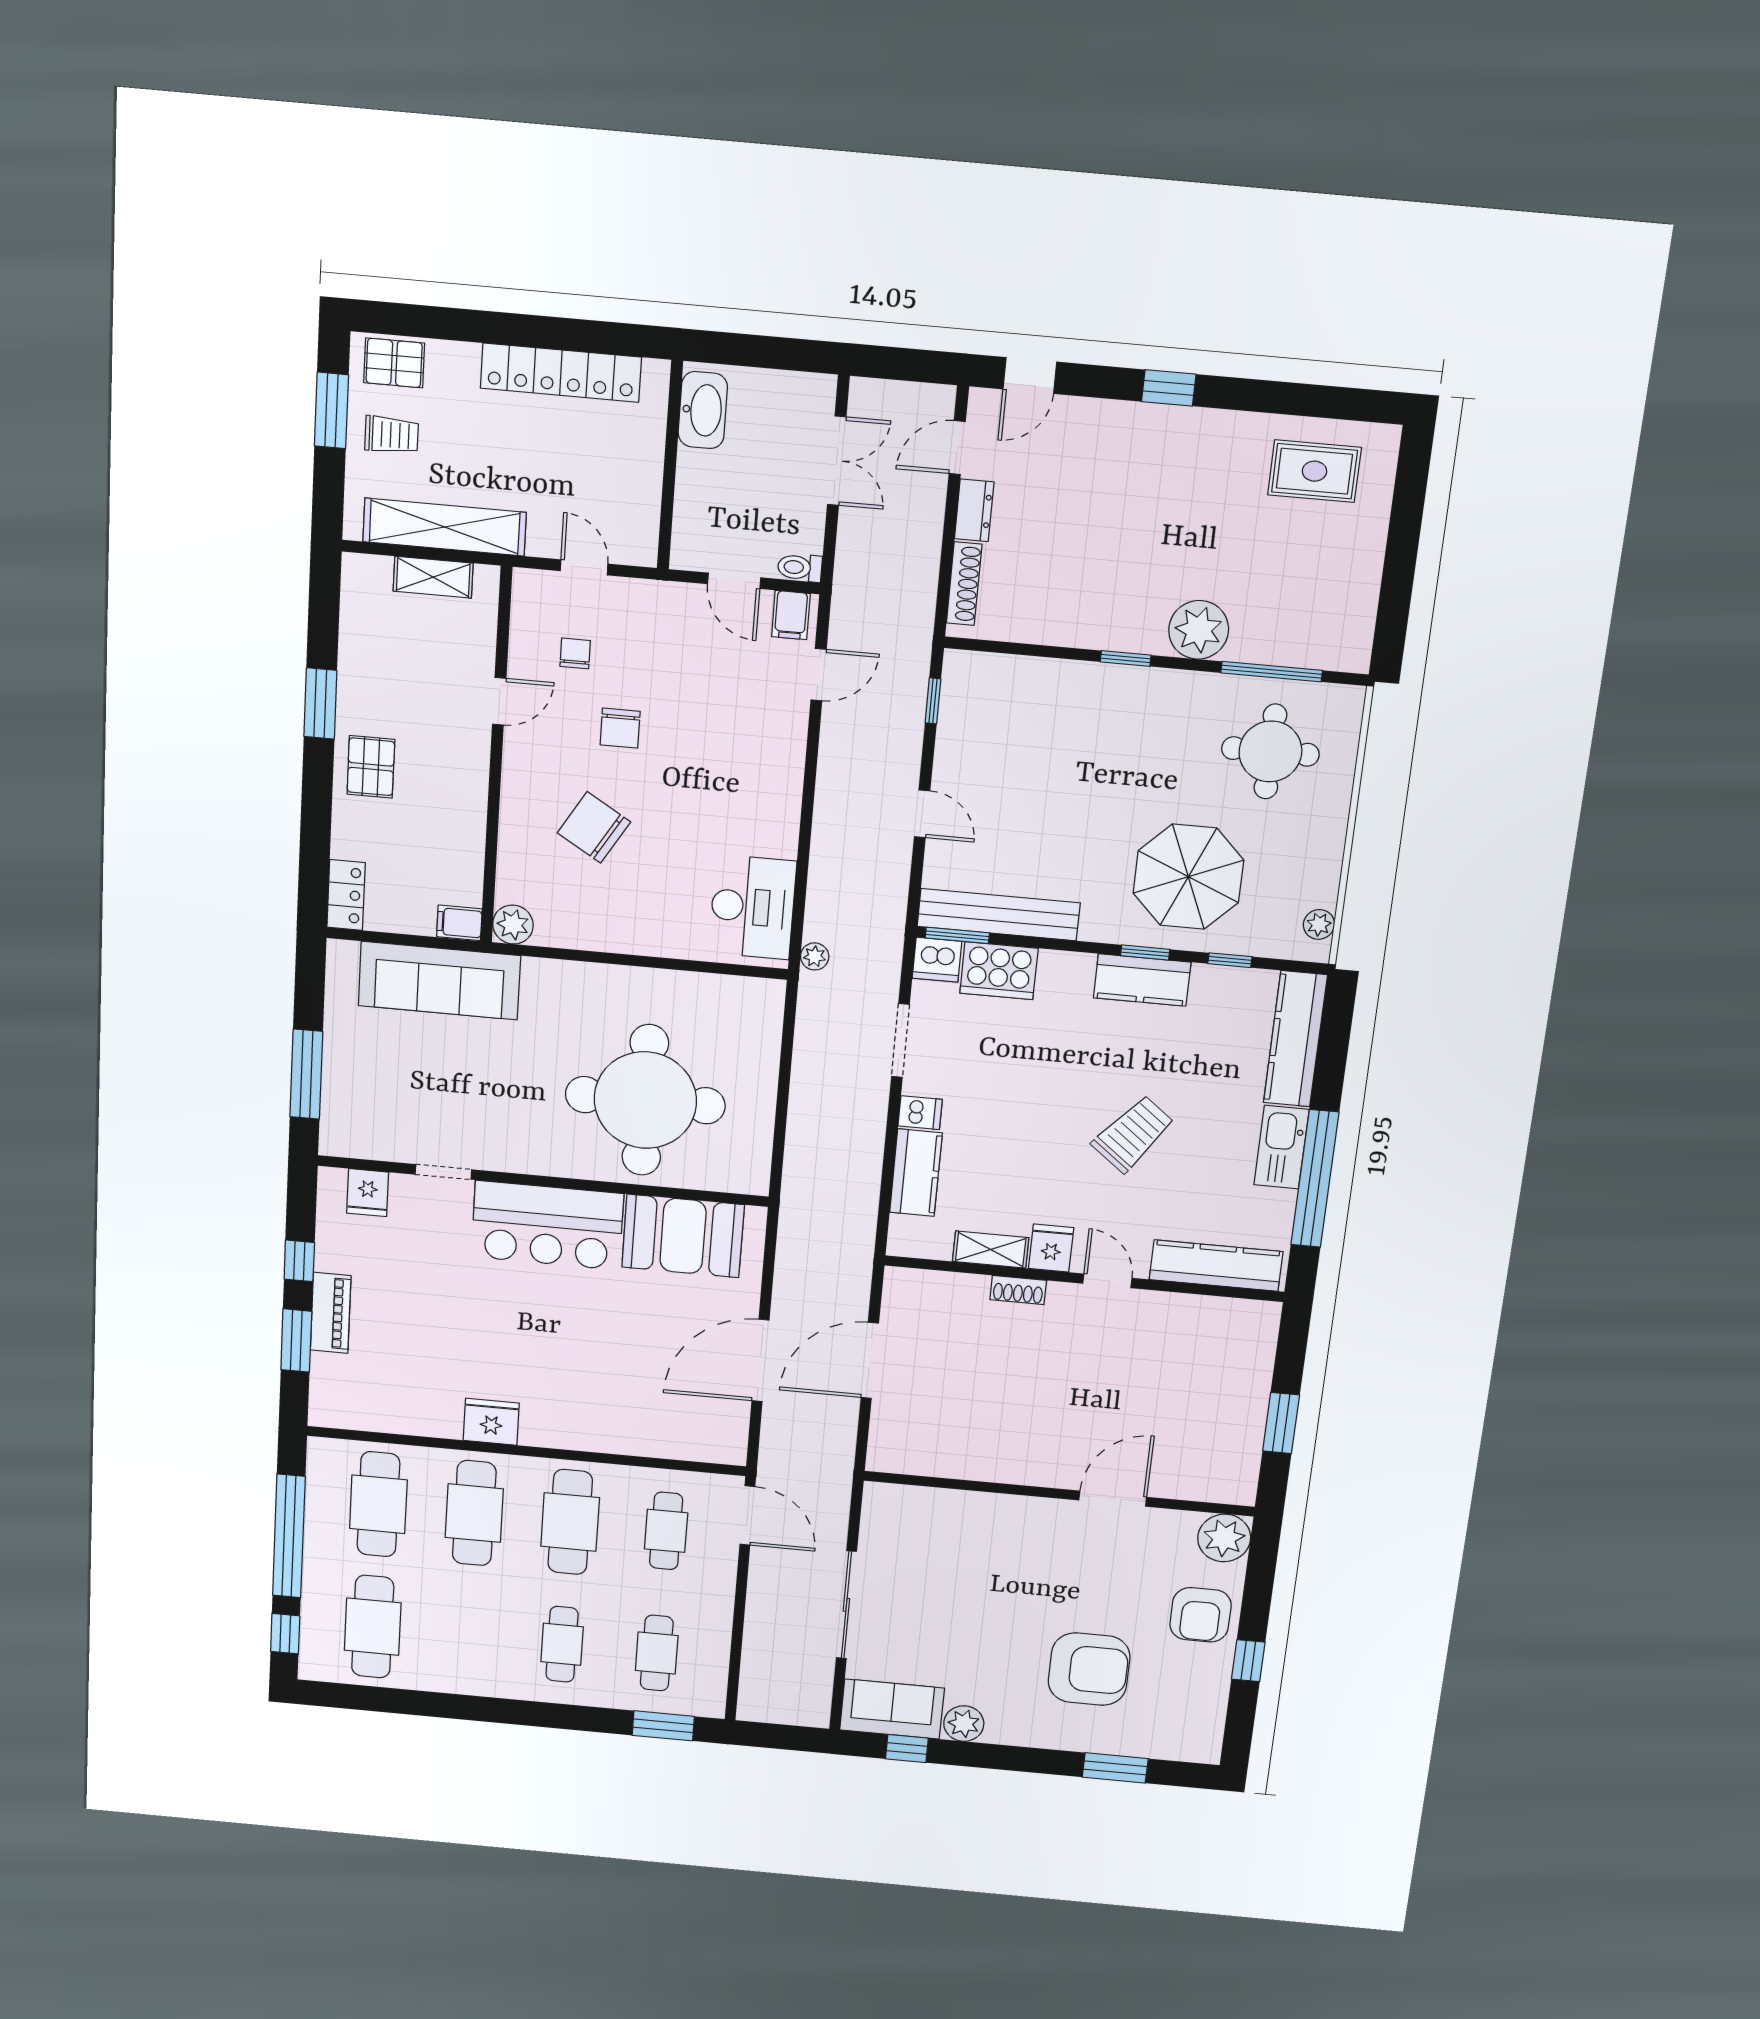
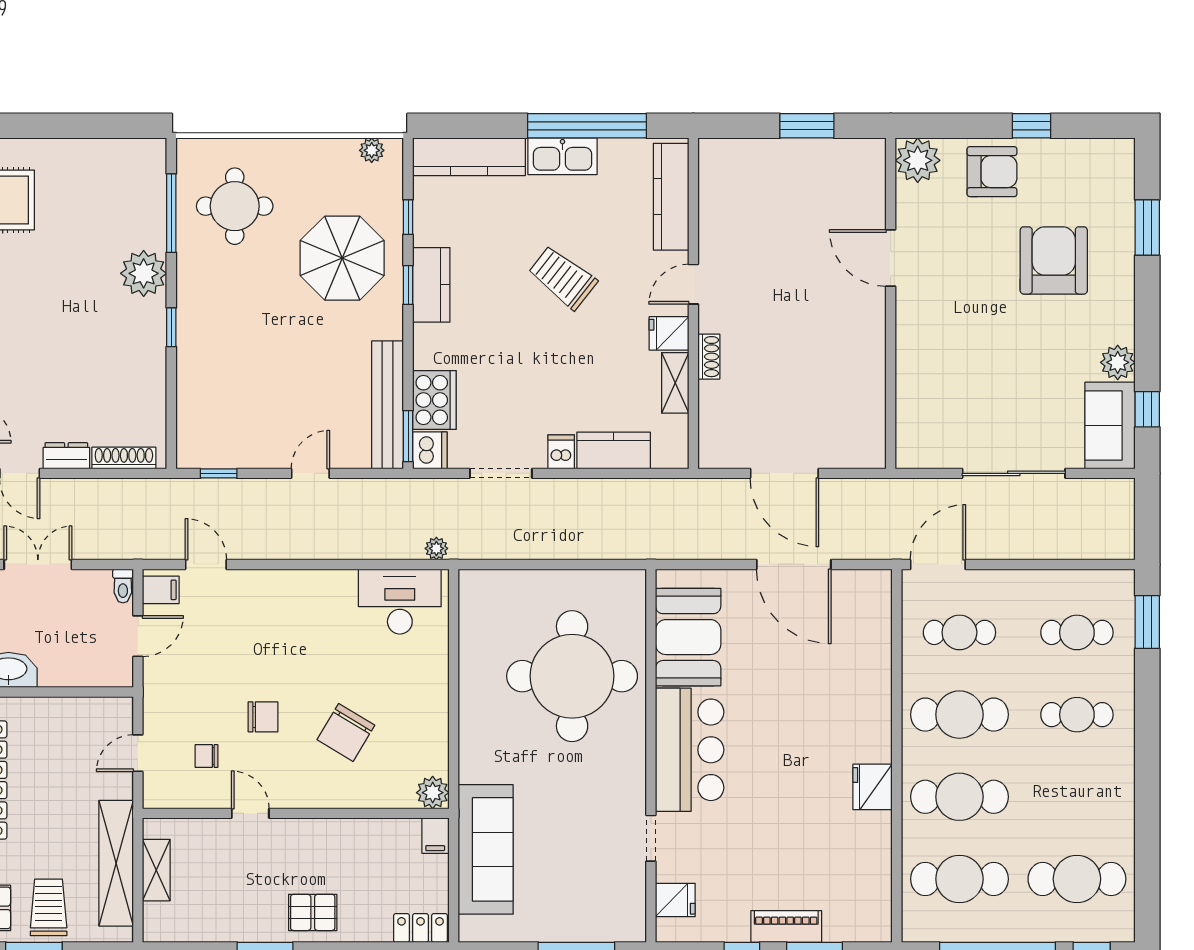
trolley: (391, 435) -> (49, 907), width x1.36, depth x1.39

